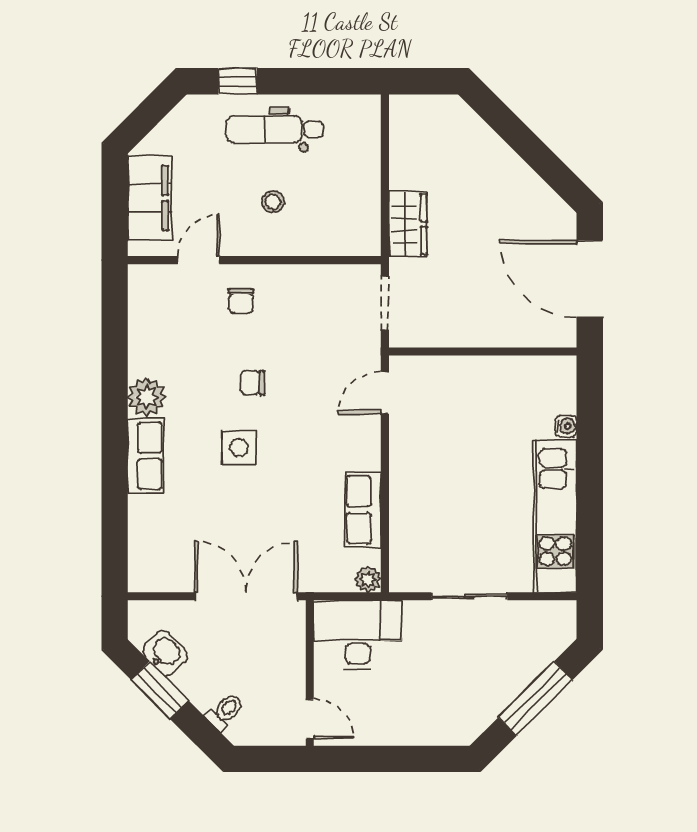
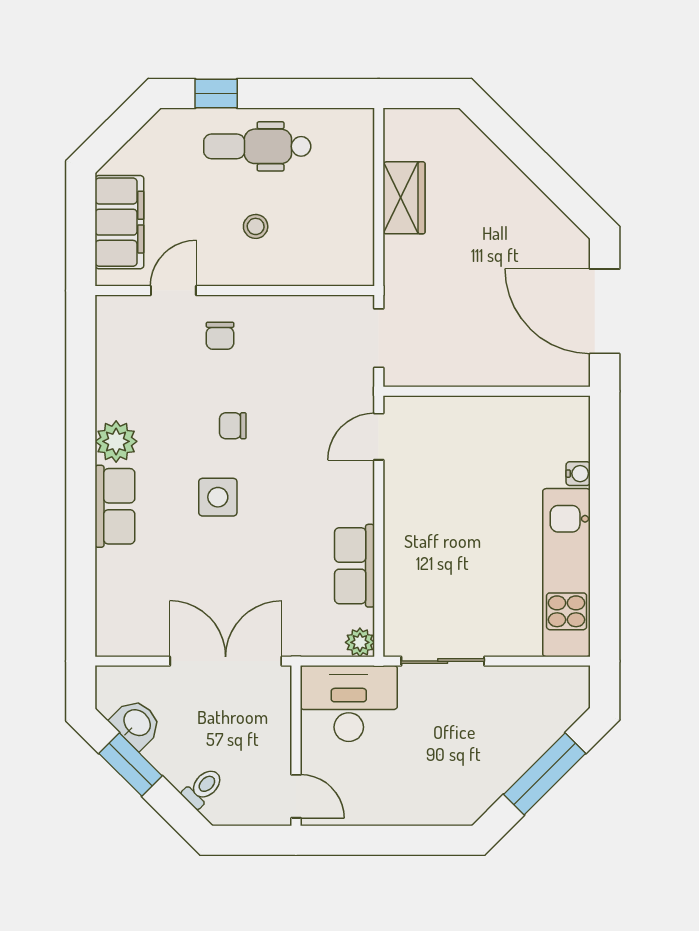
wardrobe: (408, 224) -> (404, 198), moved
sliding door: (469, 596) -> (443, 661), moved

